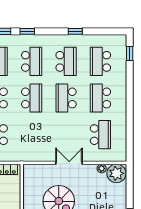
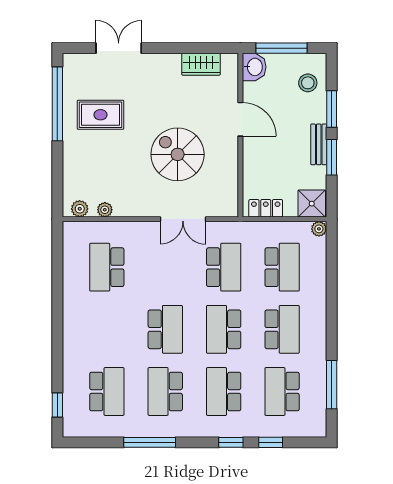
window: (75, 31) -> (150, 442), width x2.17
school desk: (100, 98) -> (224, 267), moved
double door: (69, 163) -> (183, 219), moved
plant: (116, 173) -> (80, 209), width x0.53, depth x0.53

